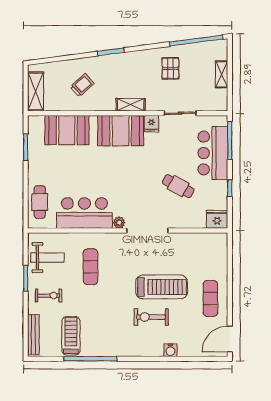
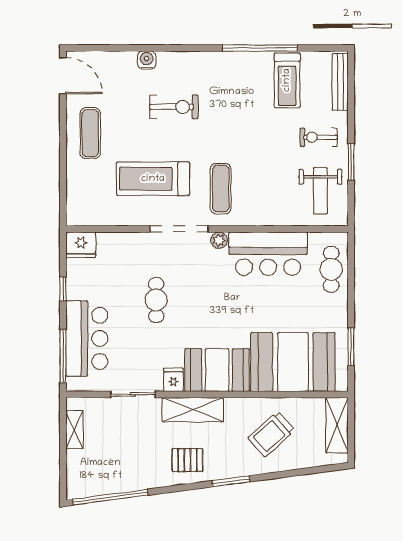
pallet: (170, 68) -> (187, 460), moved, turned 90
shelving: (222, 74) -> (74, 430), moved
trolley: (82, 85) -> (271, 434), width x1.36, depth x1.39
shelving: (131, 105) -> (193, 410), width x1.50, depth x1.33
booth: (67, 130) -> (293, 362), width x1.36, depth x1.42
cafe table: (178, 186) -> (156, 300), moved, turned 61
weight bench: (47, 258) -> (320, 191), turned -90
exercise mat: (91, 267) -> (221, 189), moved
treadmill: (162, 287) -> (153, 179), moved
door: (230, 339) -> (63, 76), hinge flipped

